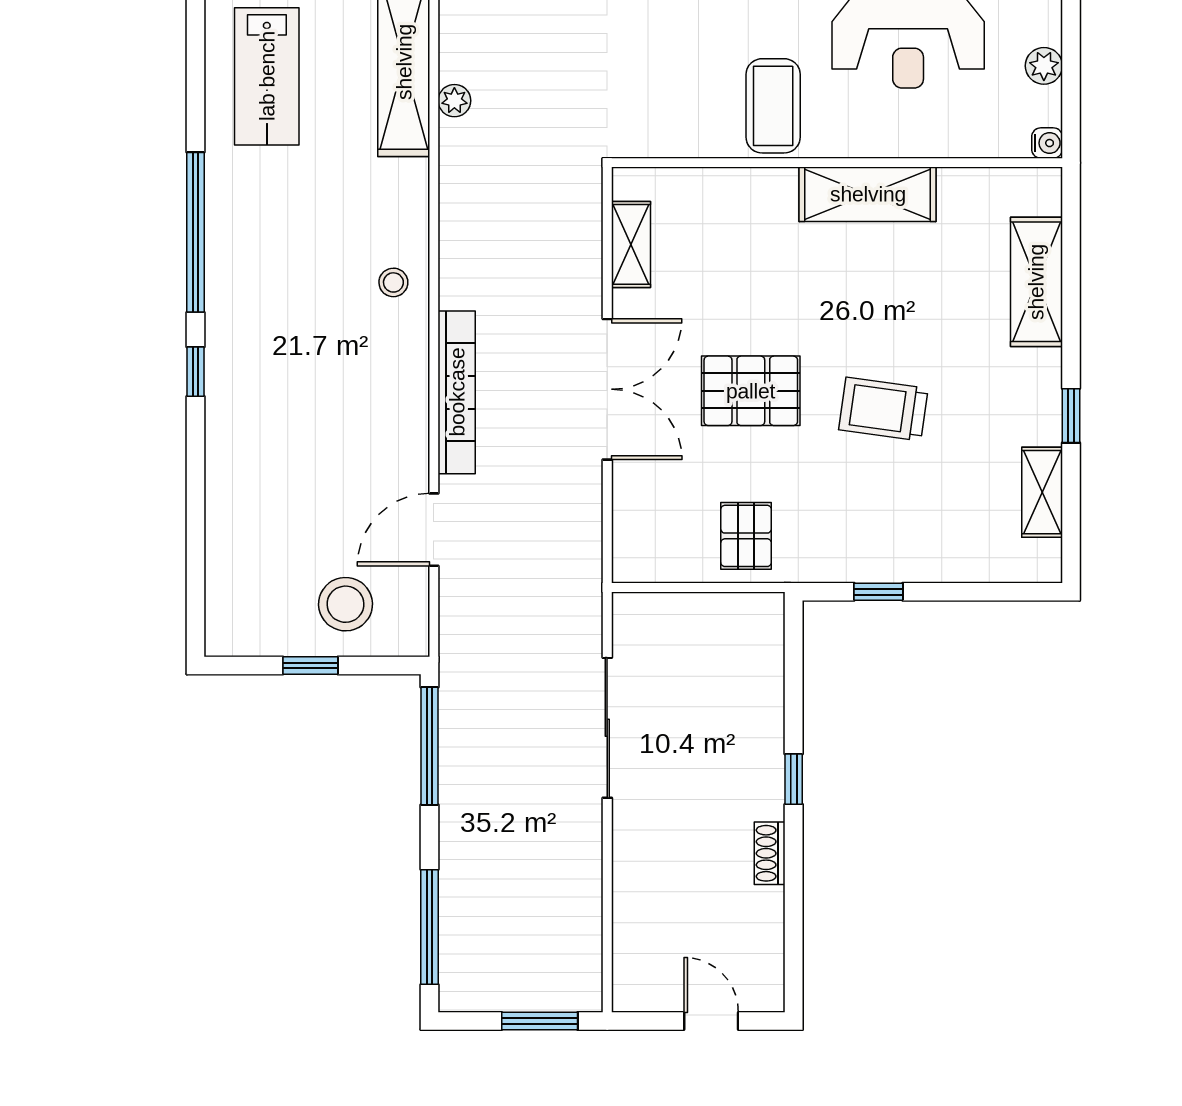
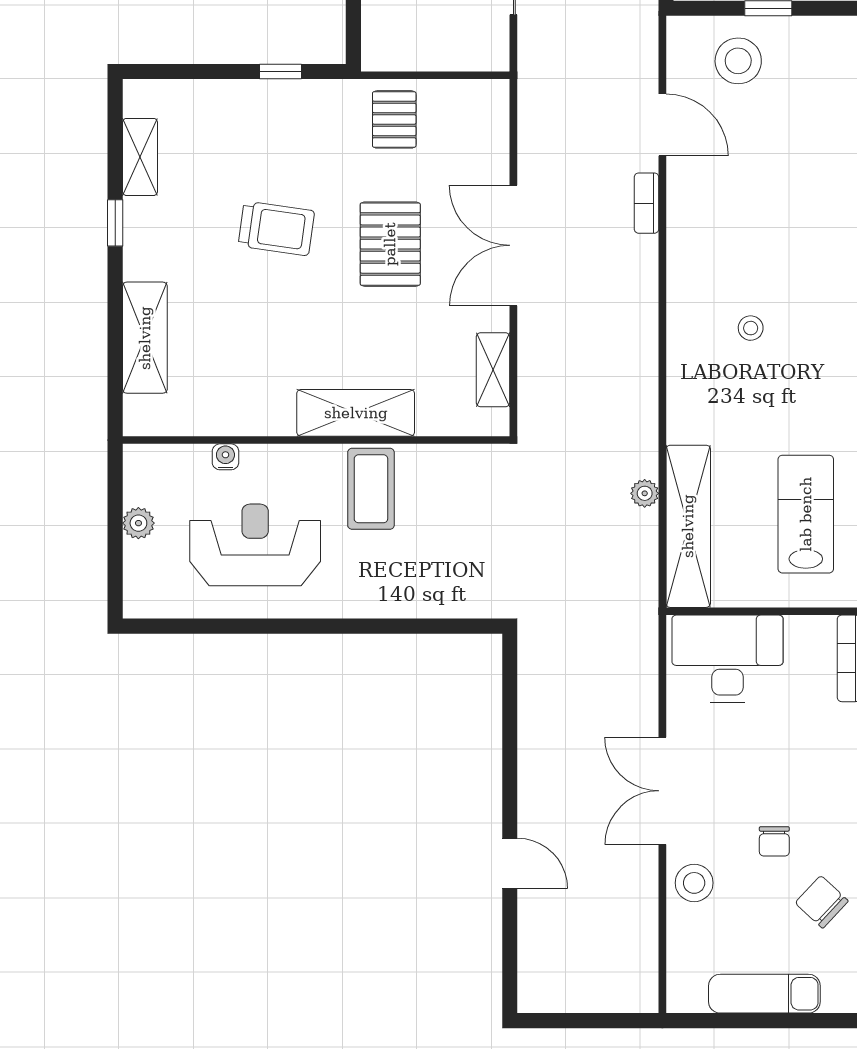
water cooler: (1047, 143) -> (225, 457), moved, turned 90
shelving: (868, 194) -> (356, 413), moved
stool: (393, 282) -> (751, 328), moved
pallet: (751, 391) -> (390, 244), turned 90
bookcase: (457, 392) -> (647, 203), width x0.43, depth x0.76
door: (434, 530) -> (662, 125), hinge flipped

